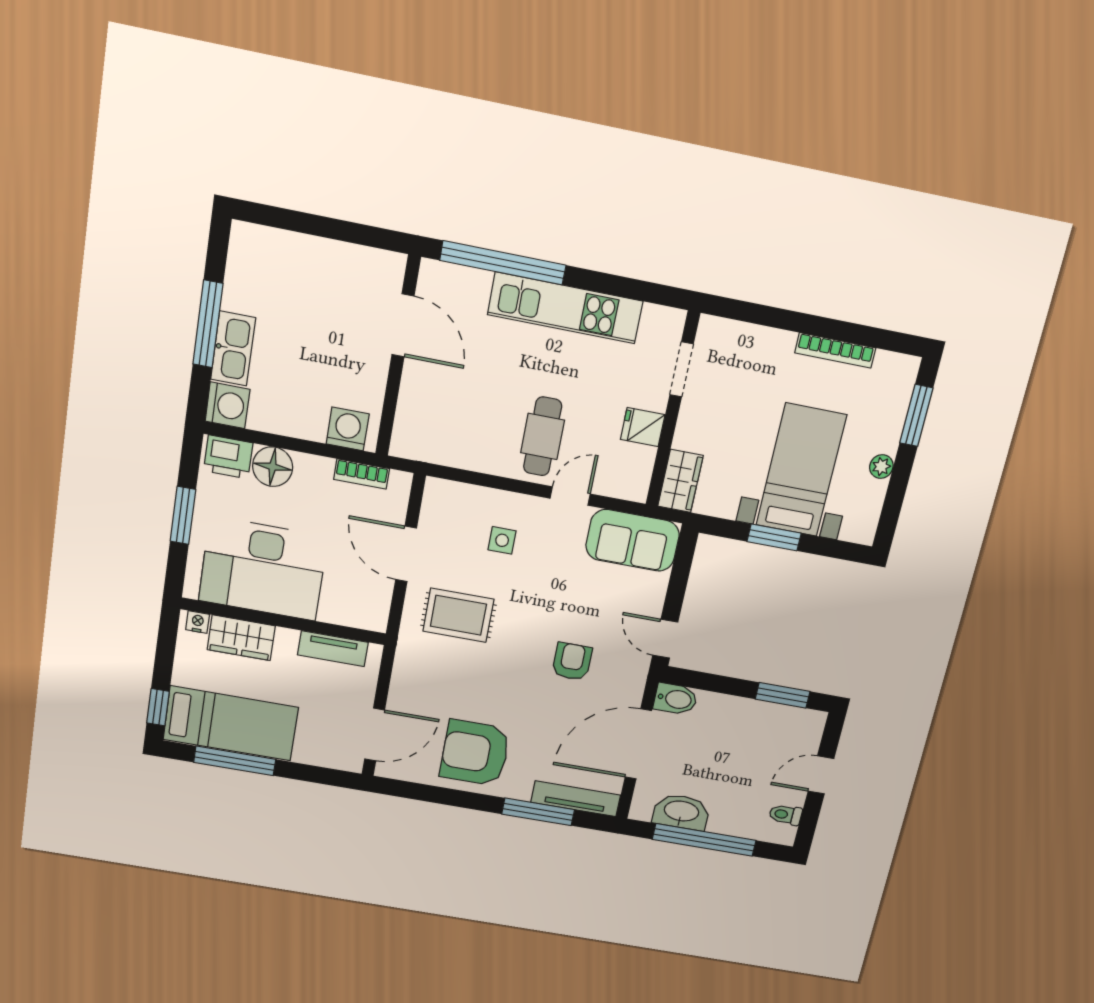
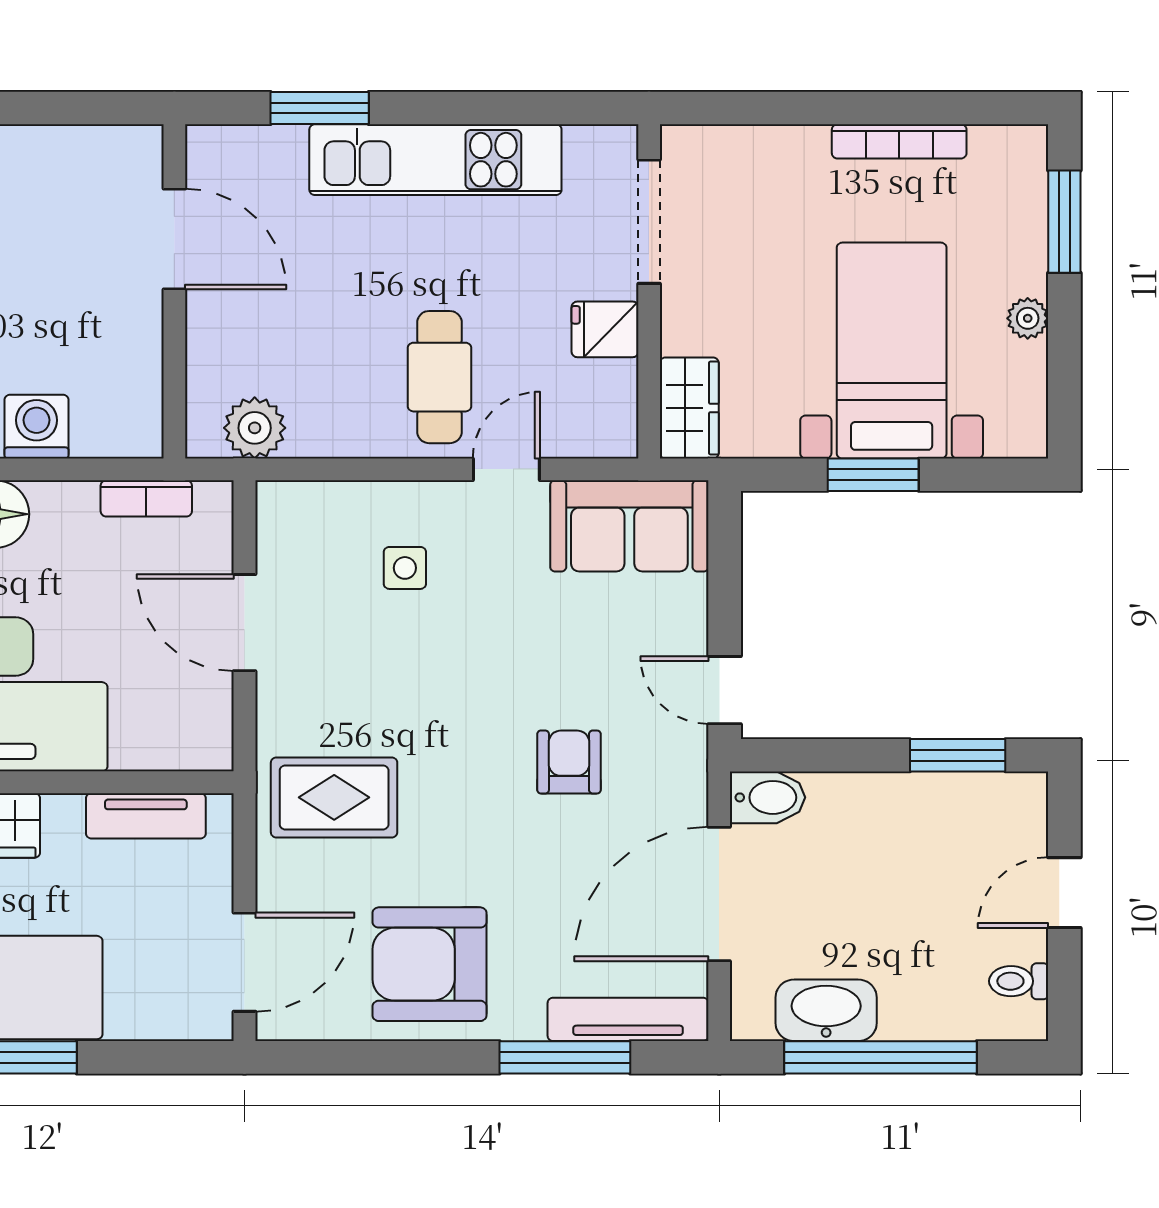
window: (503, 263) -> (320, 108), width x0.47
doorway: (681, 369) -> (649, 222), width x1.38
washing machine: (348, 429) -> (36, 427), moved
plant: (431, 445) -> (255, 428), added
rug: (458, 615) -> (334, 797), moved

